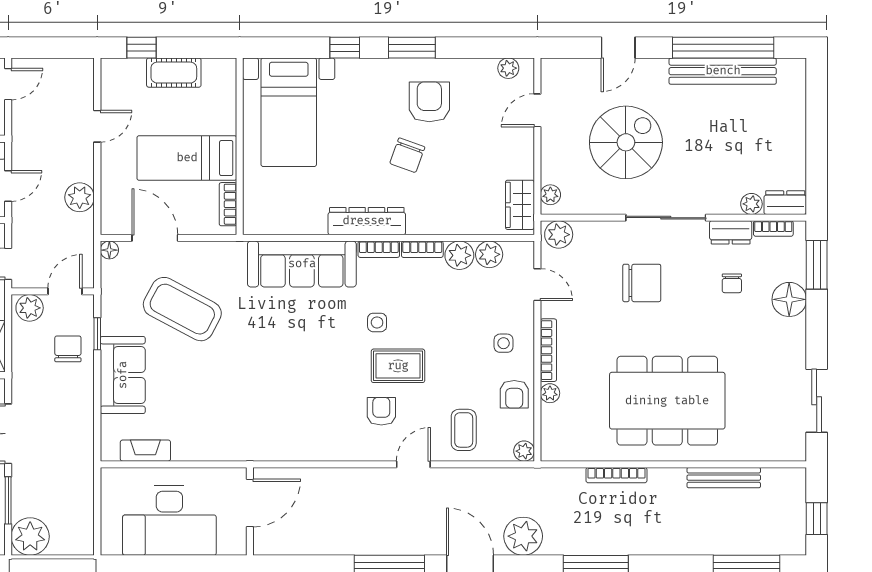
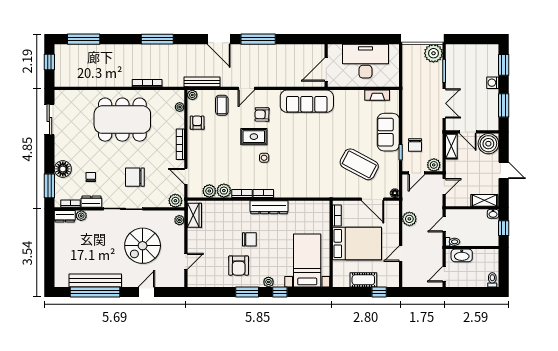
plant: (508, 68) -> (268, 282), moved
chair: (407, 155) -> (249, 239), turned 70
bed: (187, 158) -> (357, 244), width x1.50
sofa: (302, 264) -> (307, 101), moved, turned 180
side table: (504, 343) -> (202, 148), removed
plant: (550, 393) -> (180, 107), moved
armchair: (381, 411) -> (262, 114), turned 91
bench: (724, 478) -> (202, 82), moved
plant: (523, 536) -> (193, 53), removed

